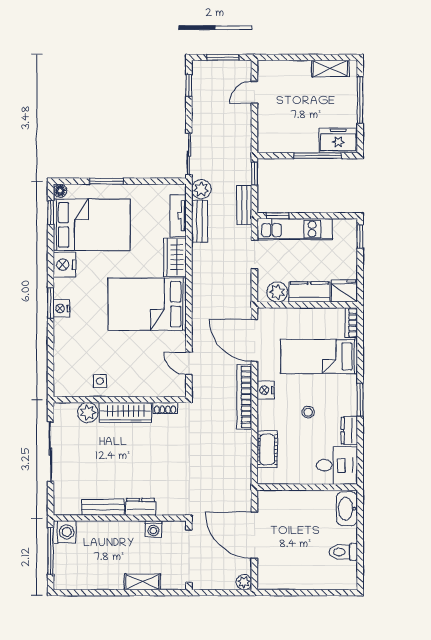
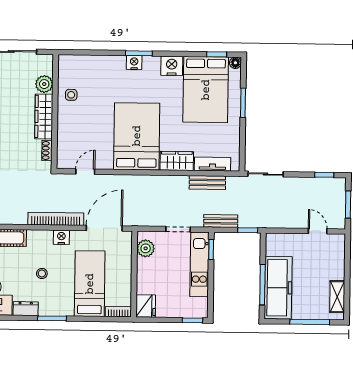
freezer: (338, 141) -> (278, 288), width x1.91, depth x1.26
plant: (201, 189) -> (235, 184), removed
kitchen counter: (309, 292) -> (145, 276), removed

